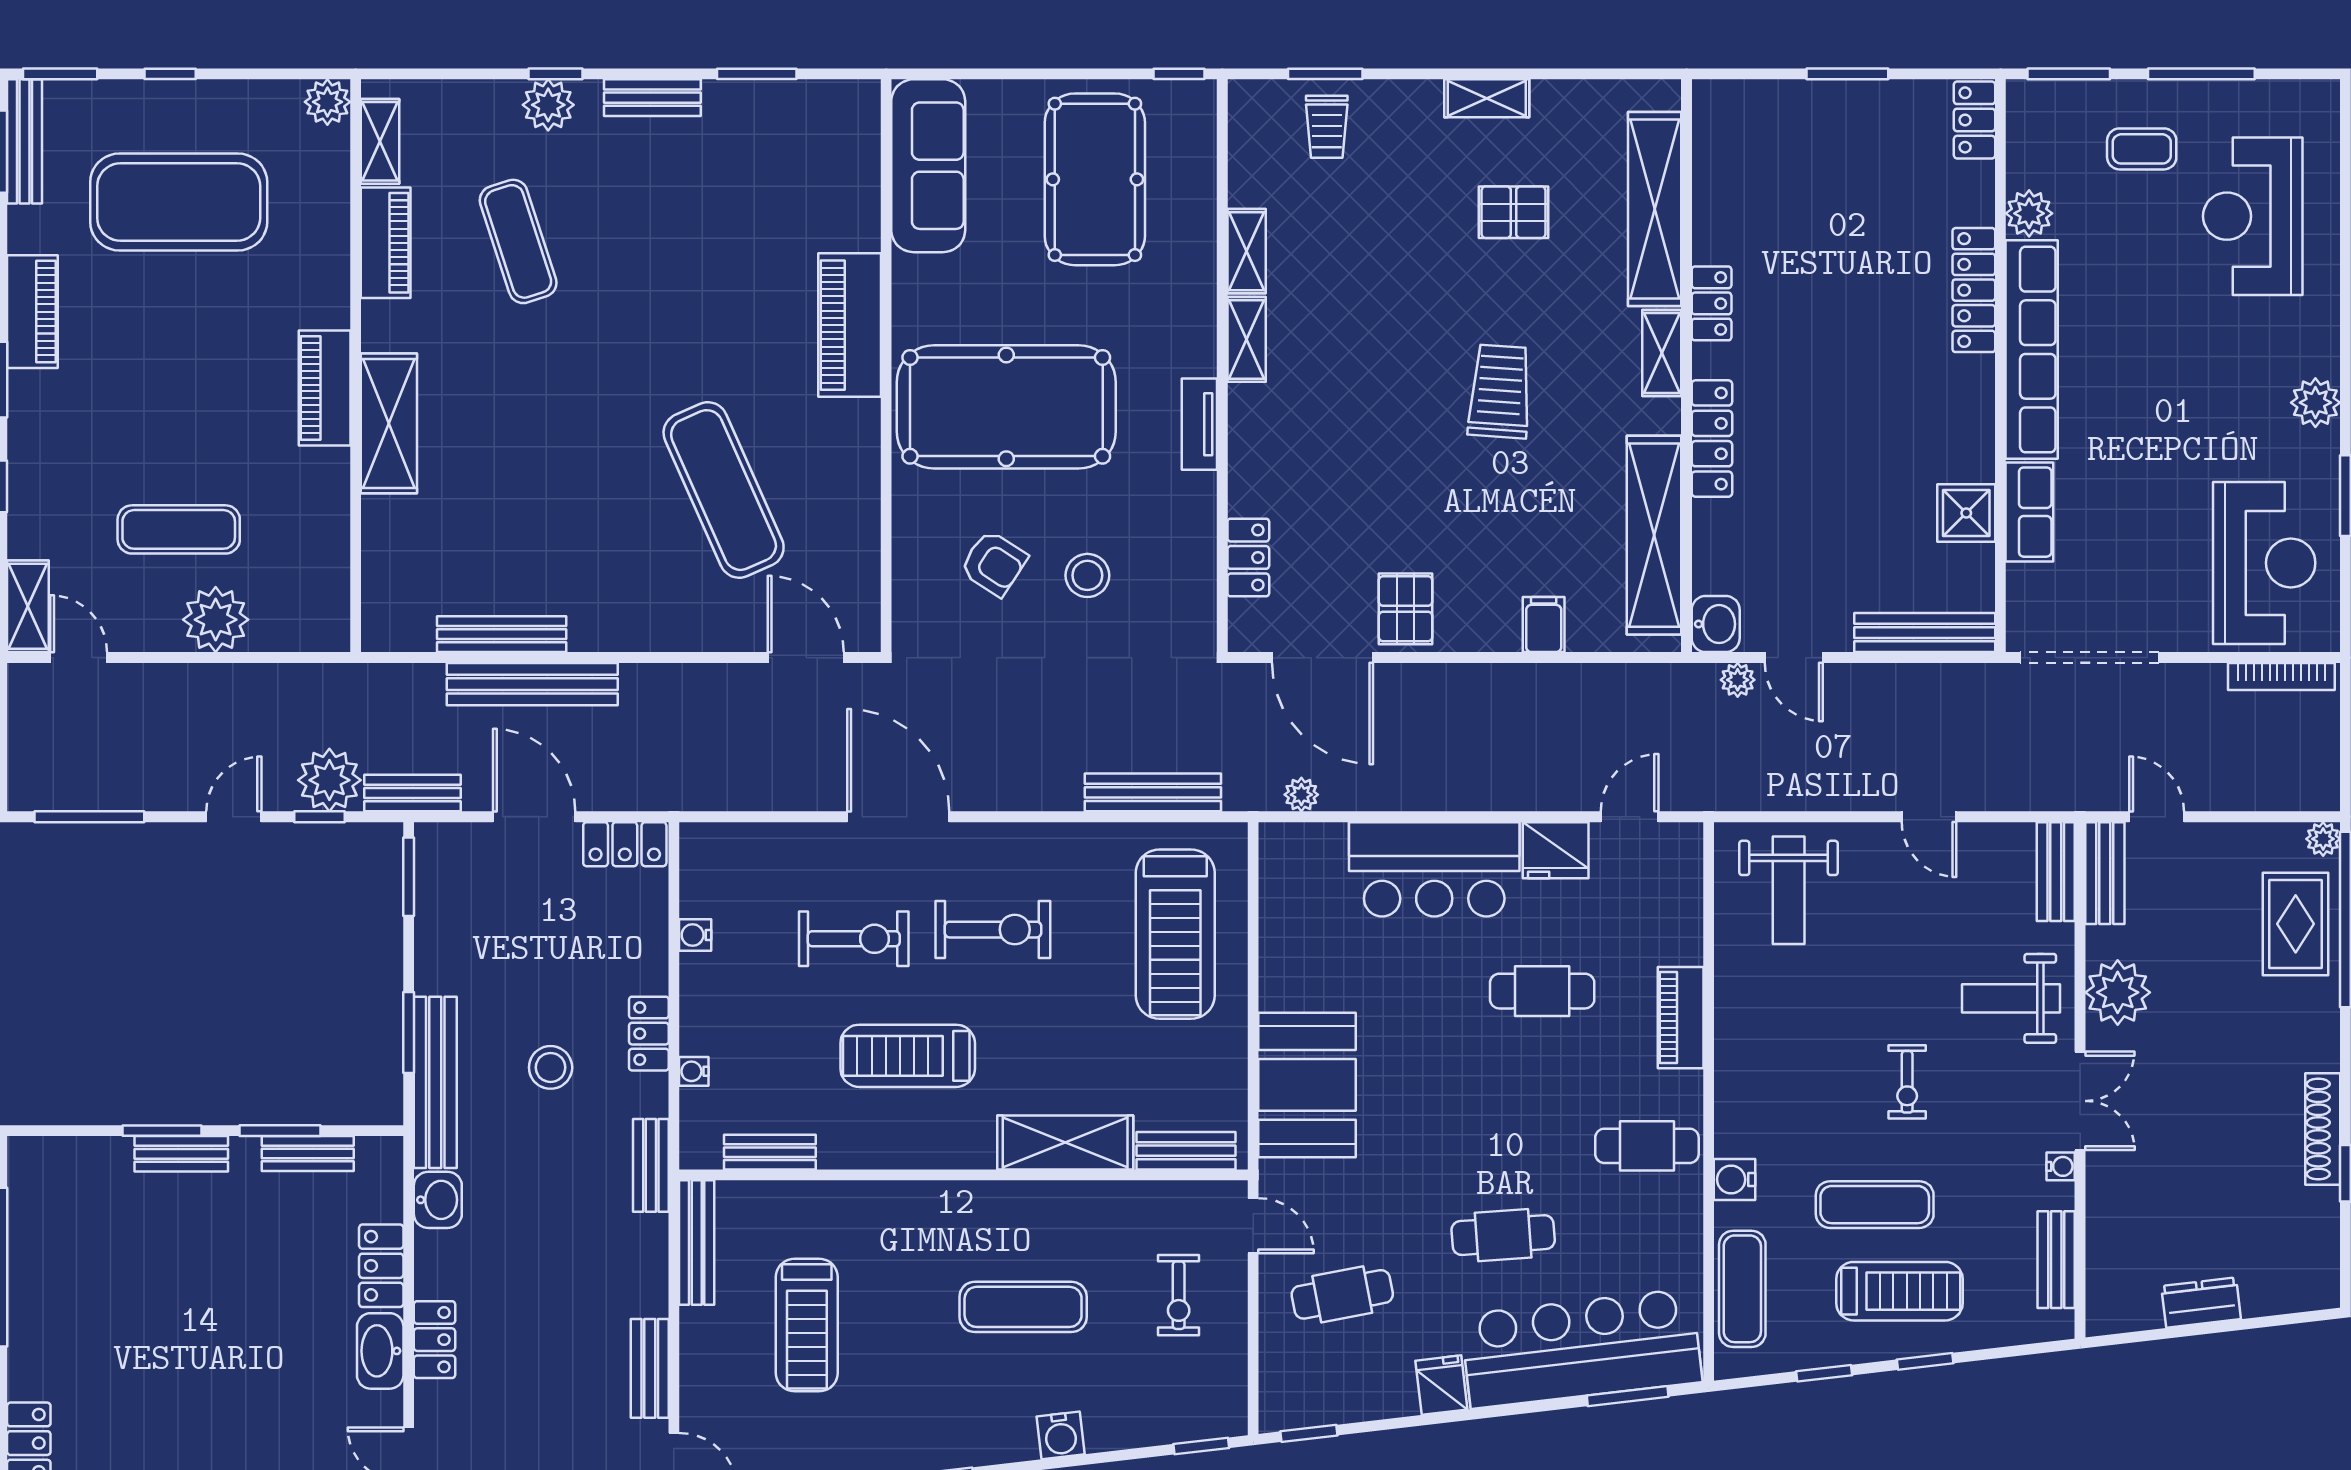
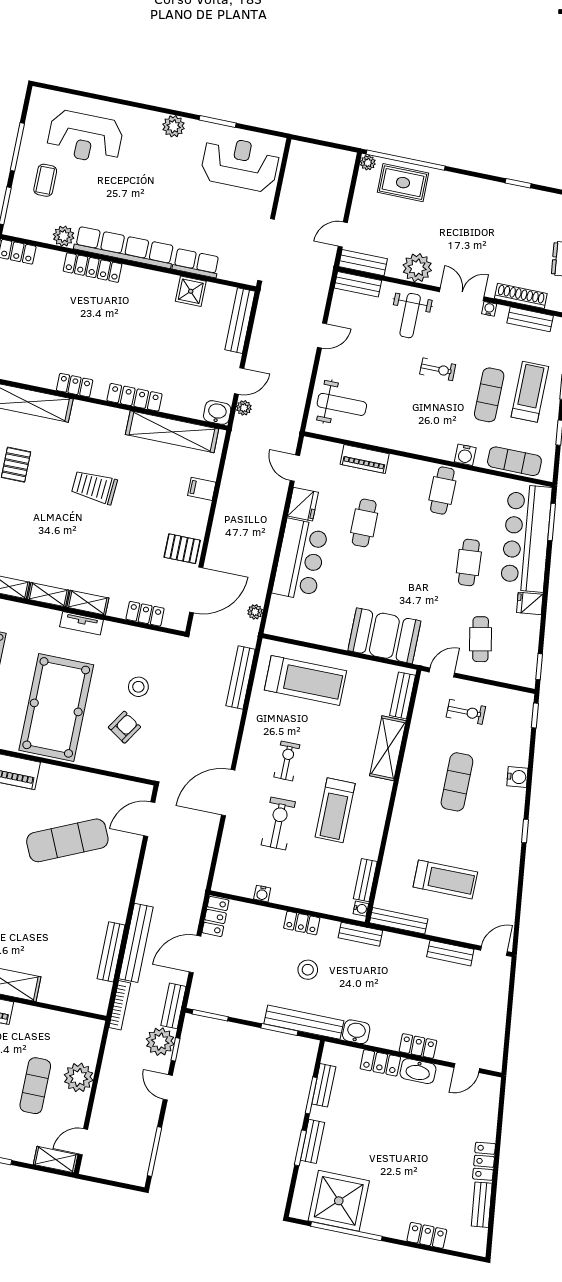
shelving: (1662, 353) -> (88, 603), moved
bookcase: (2281, 676) -> (120, 1005), moved
exercise bike: (993, 930) -> (287, 761), width x0.73, depth x0.72
piano: (1681, 1018) -> (365, 459), moved
water cooler: (694, 1071) -> (361, 909), moved, turned -90
shoe rack: (2323, 1129) -> (521, 296), moved, turned 180
shower: (64, 1237) -> (339, 1201), added

